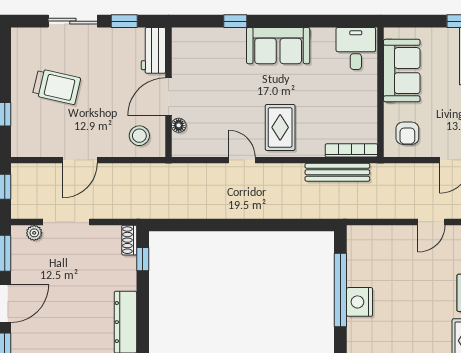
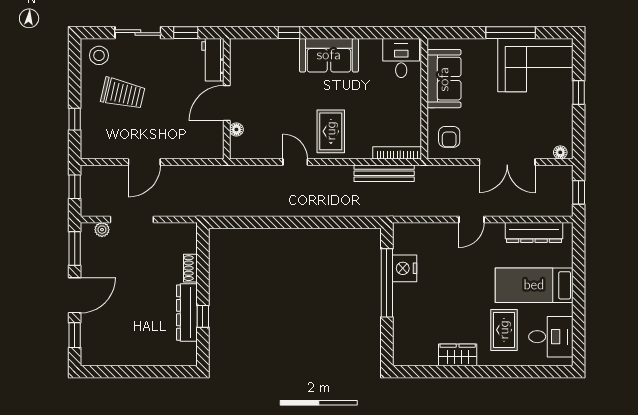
stool: (139, 136) -> (99, 55), moved
shoe rack: (129, 240) -> (190, 268), moved
window: (143, 259) -> (203, 316), moved
nightstand: (360, 302) -> (405, 268), moved

